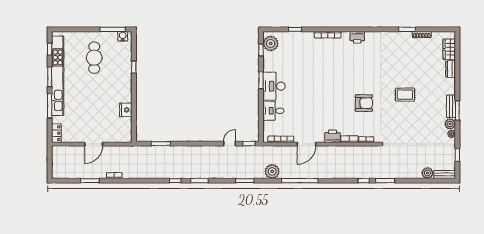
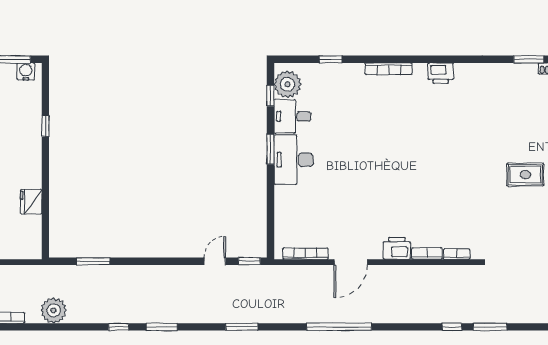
armchair: (364, 103) -> (452, 190), removed
desk: (273, 111) -> (292, 116), moved
plant: (272, 171) -> (54, 310), moved

